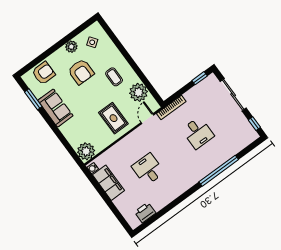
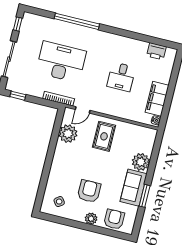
plant: (71, 47) -> (91, 219), moved
armchair: (43, 73) -> (114, 219), turned 90
coffee table: (114, 77) -> (72, 162), removed
window: (33, 99) -> (145, 196), moved
desk: (198, 133) -> (61, 62), width x1.87, depth x1.30
plant: (86, 151) -> (141, 162), moved

